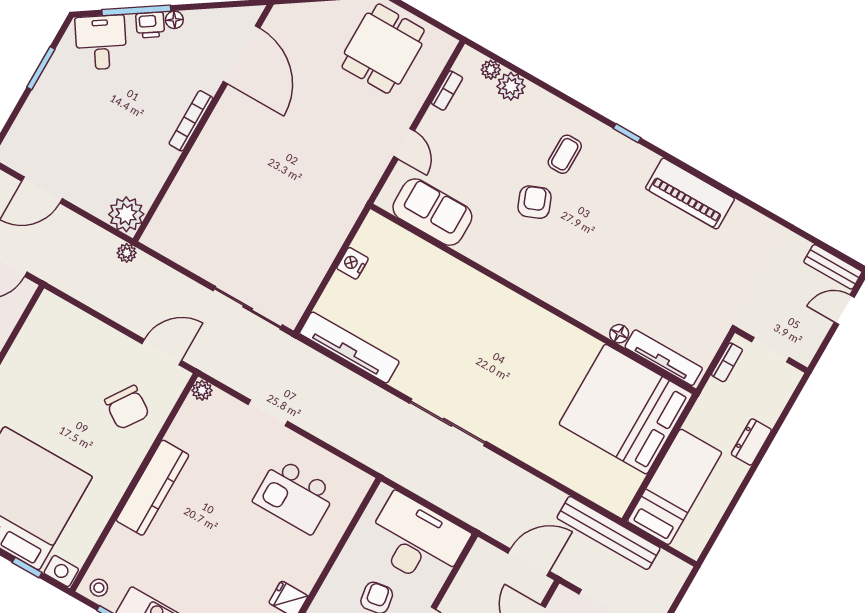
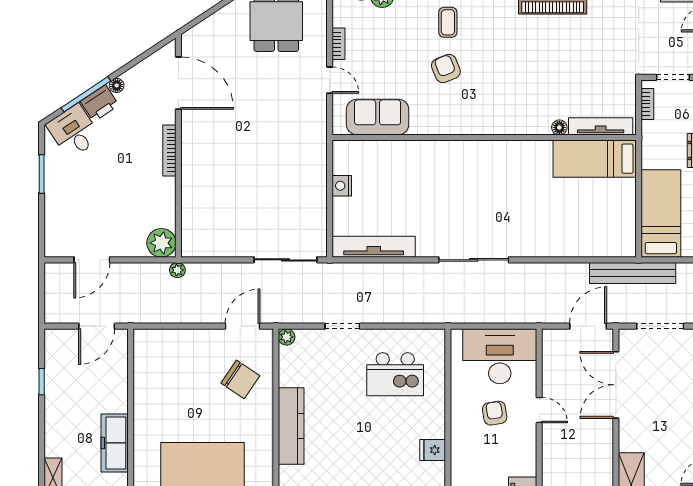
printer: (150, 25) -> (100, 103), width x1.36, depth x1.24
bookcase: (447, 91) -> (339, 44), moved
bed: (626, 409) -> (595, 159), width x0.49

